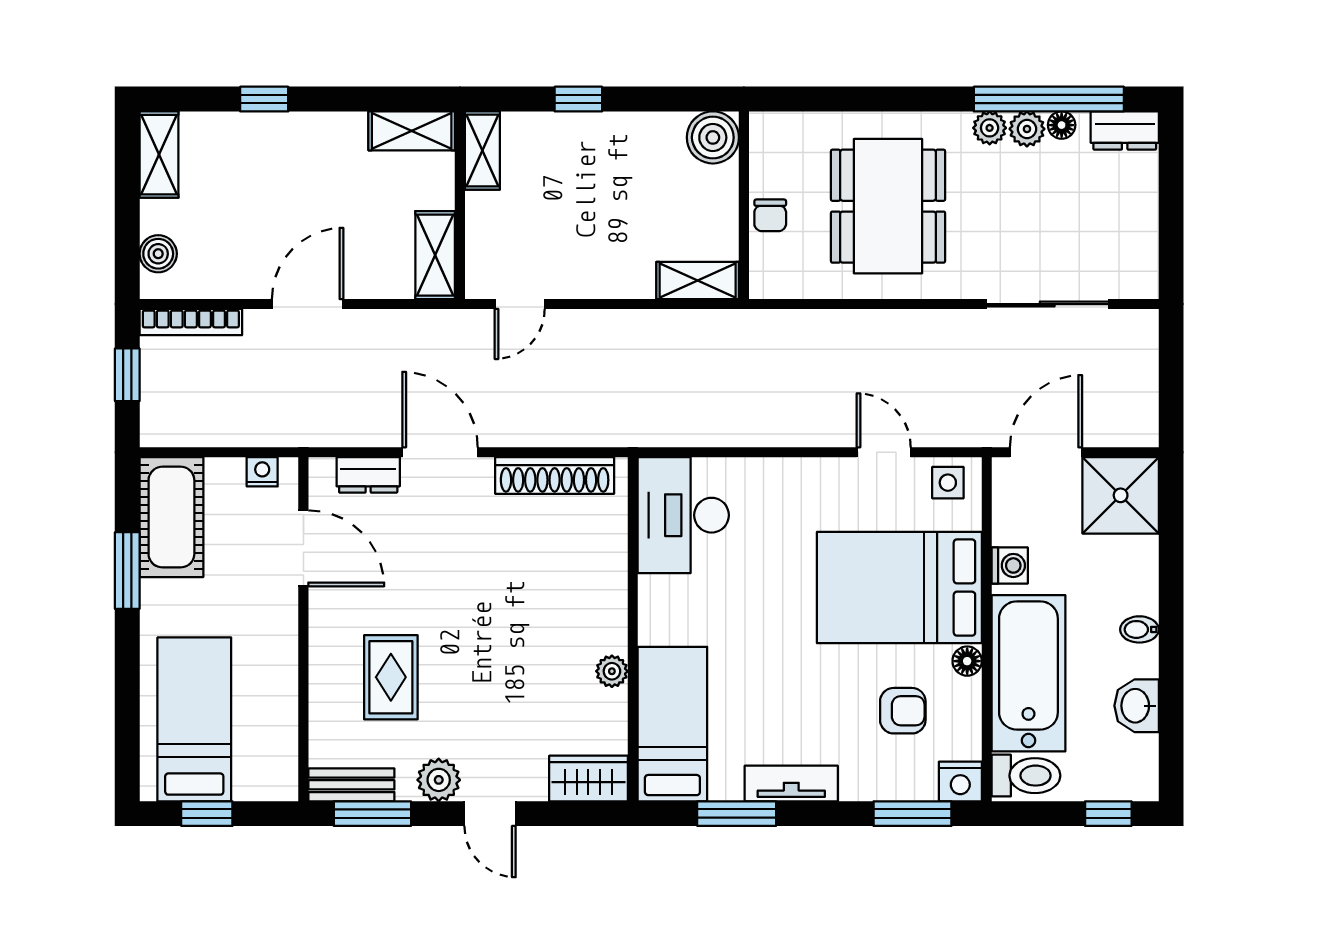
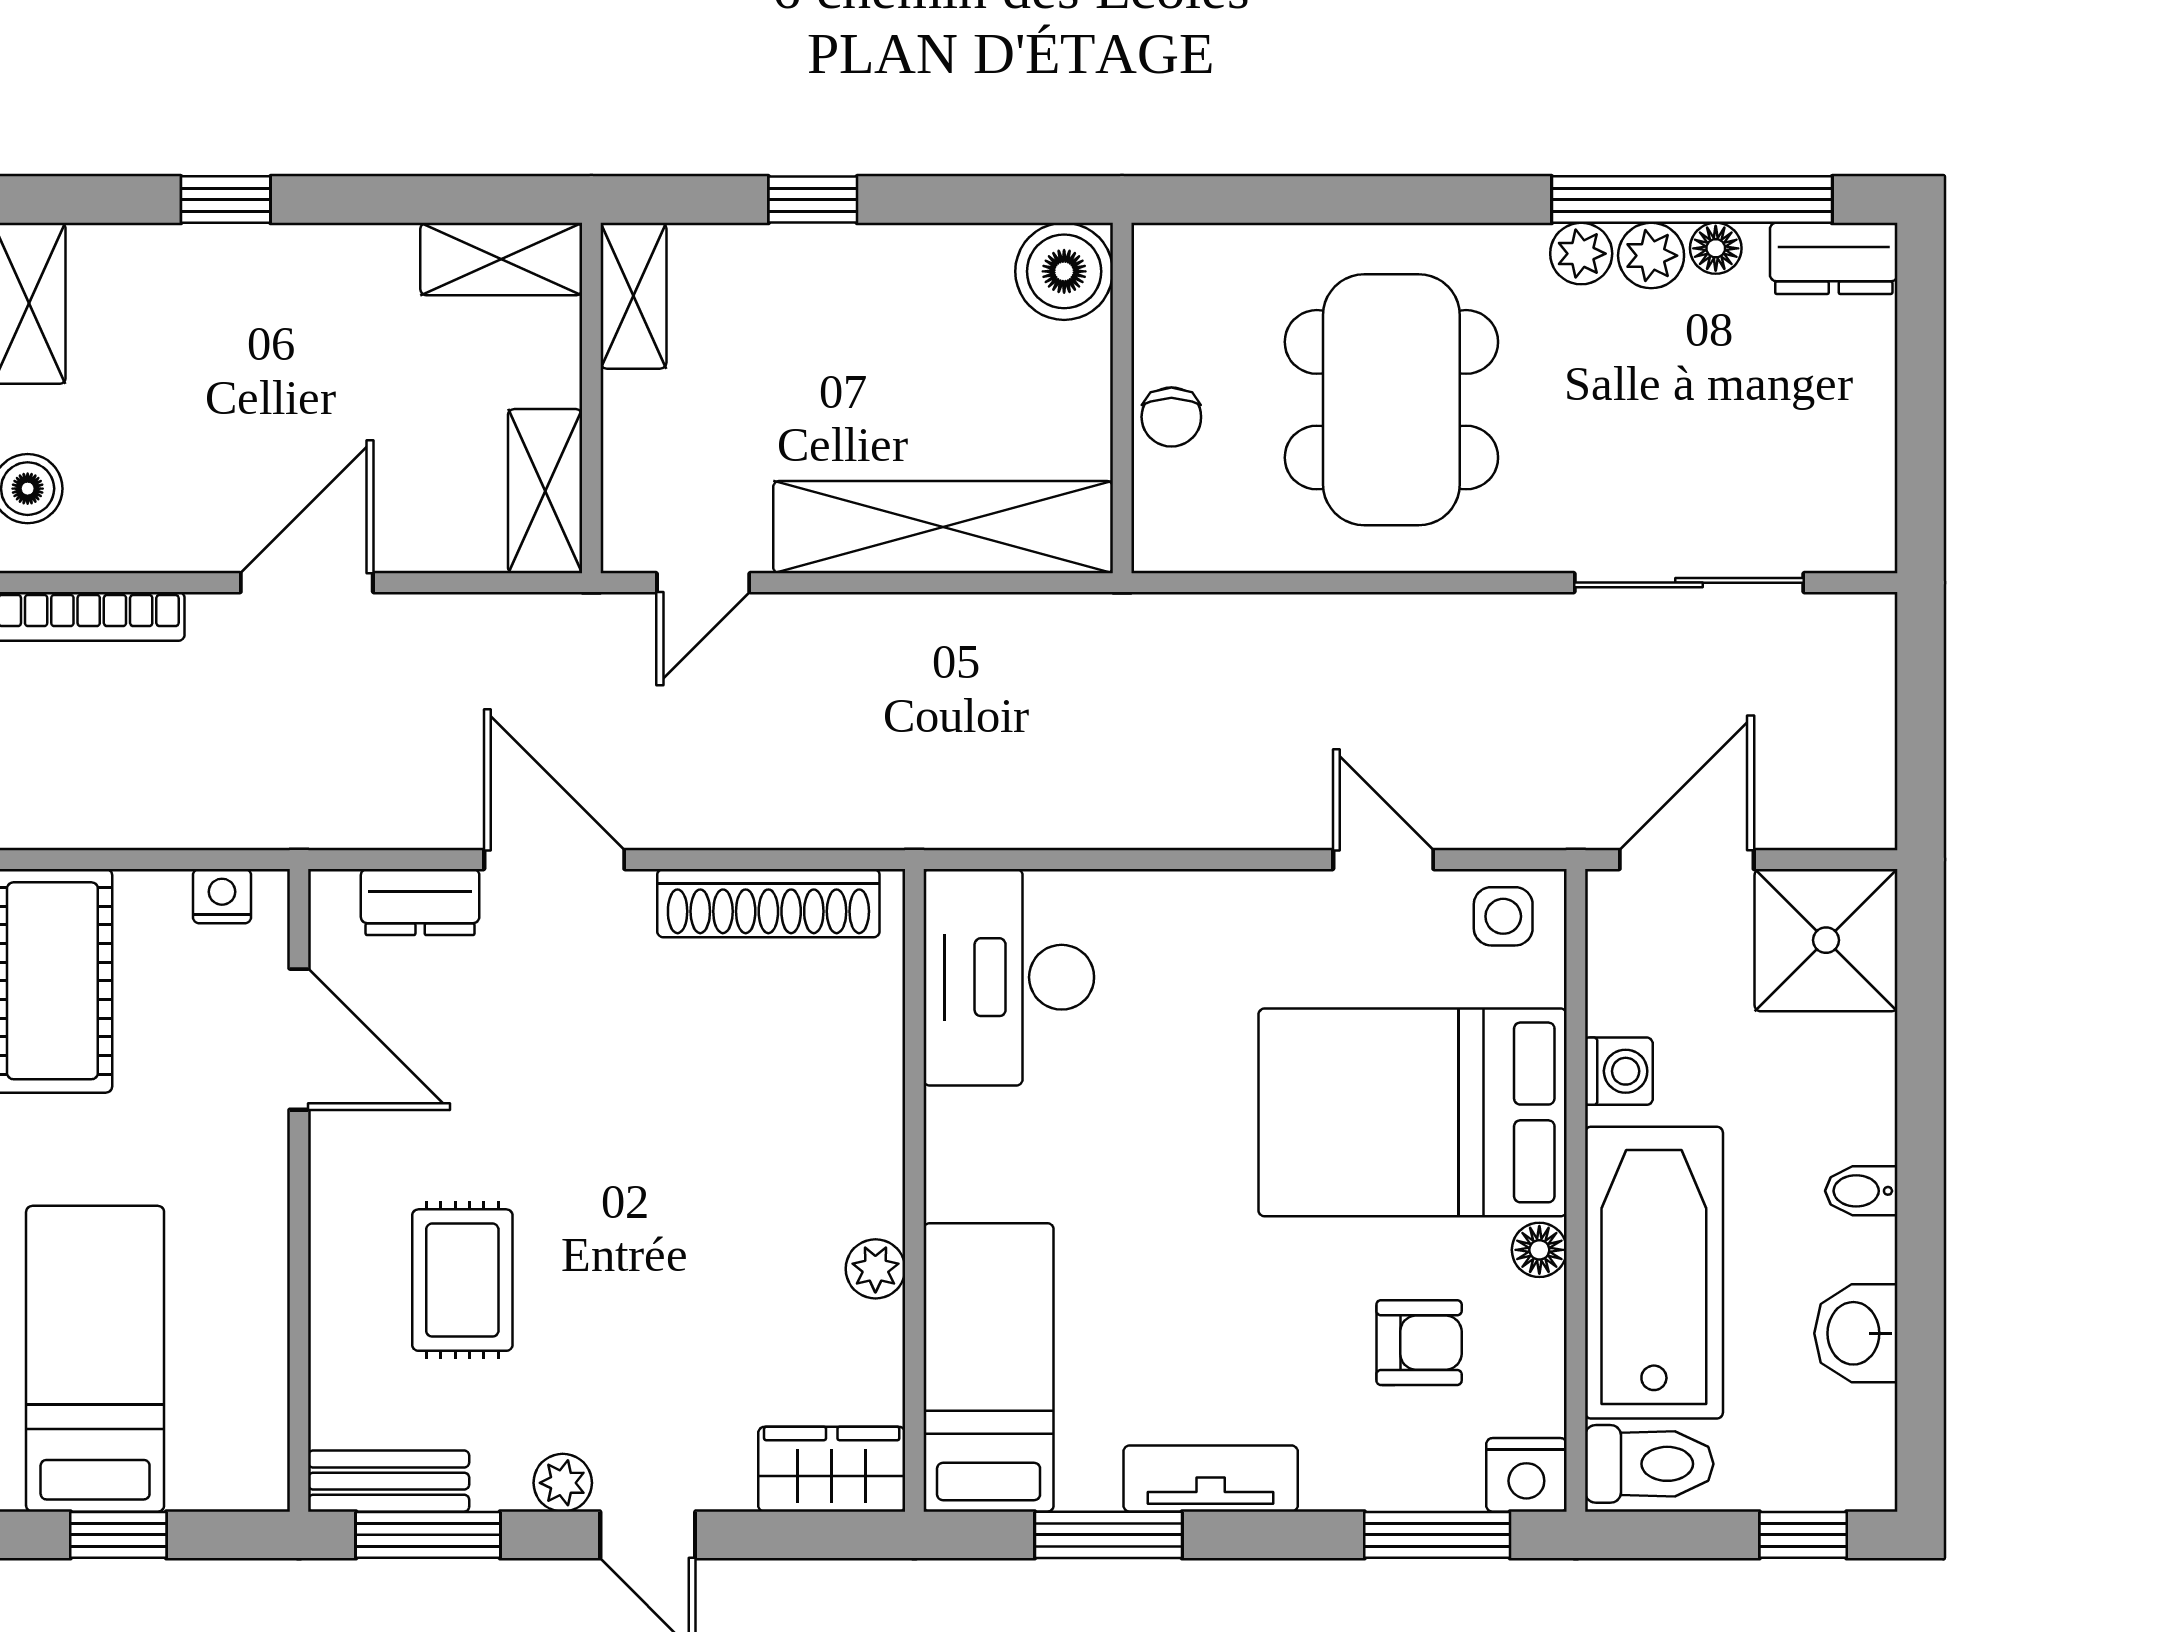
shelving: (698, 280) -> (943, 527), width x2.20, depth x1.33
plant: (439, 780) -> (563, 1483), width x0.73, depth x0.73

